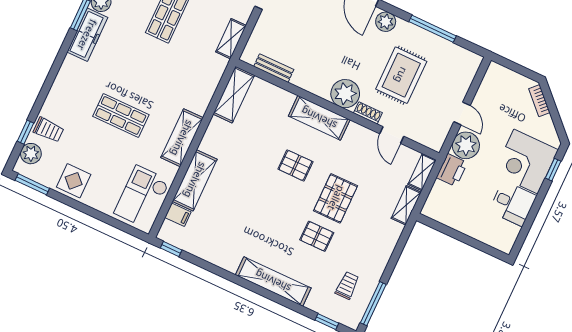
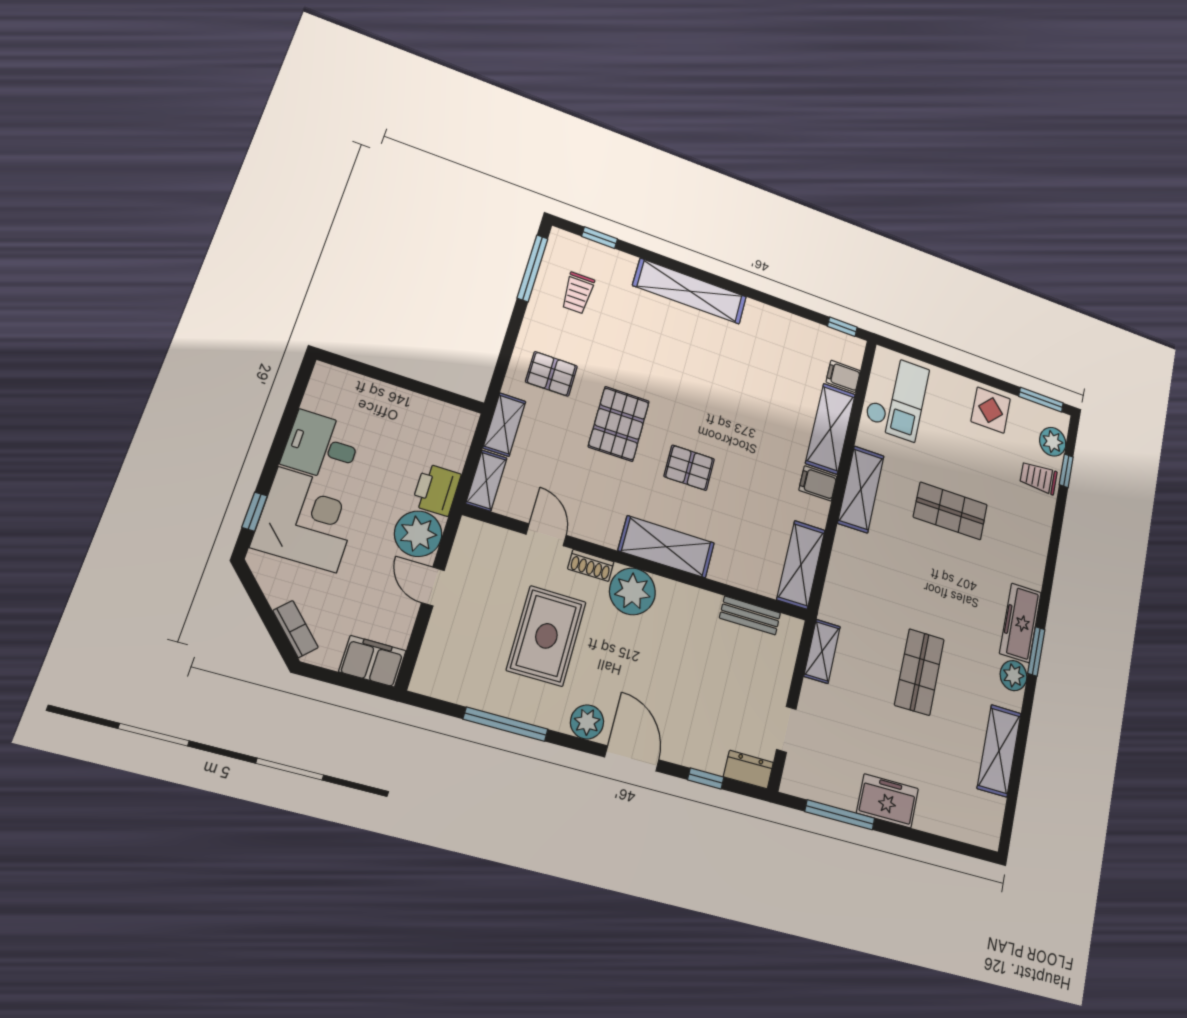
filing cabinet: (501, 76) -> (372, 661), added
filing cabinet: (211, 145) -> (818, 483), added
pallet: (317, 236) -> (551, 374), moved

